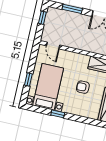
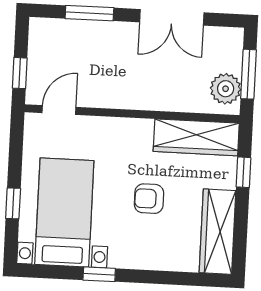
window: (42, 18) -> (20, 73), moved
door: (53, 45) -> (59, 110), swing flipped

